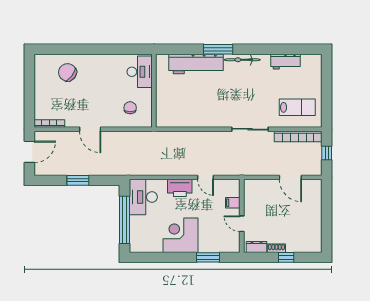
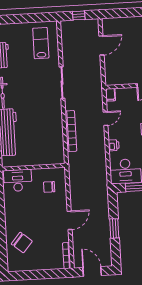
chair: (67, 72) -> (22, 243), turned -87
bookcase: (298, 136) -> (71, 131), moved
printer: (180, 188) -> (114, 145), width x0.53, depth x0.68
filing cabinet: (233, 203) -> (110, 95), moved

